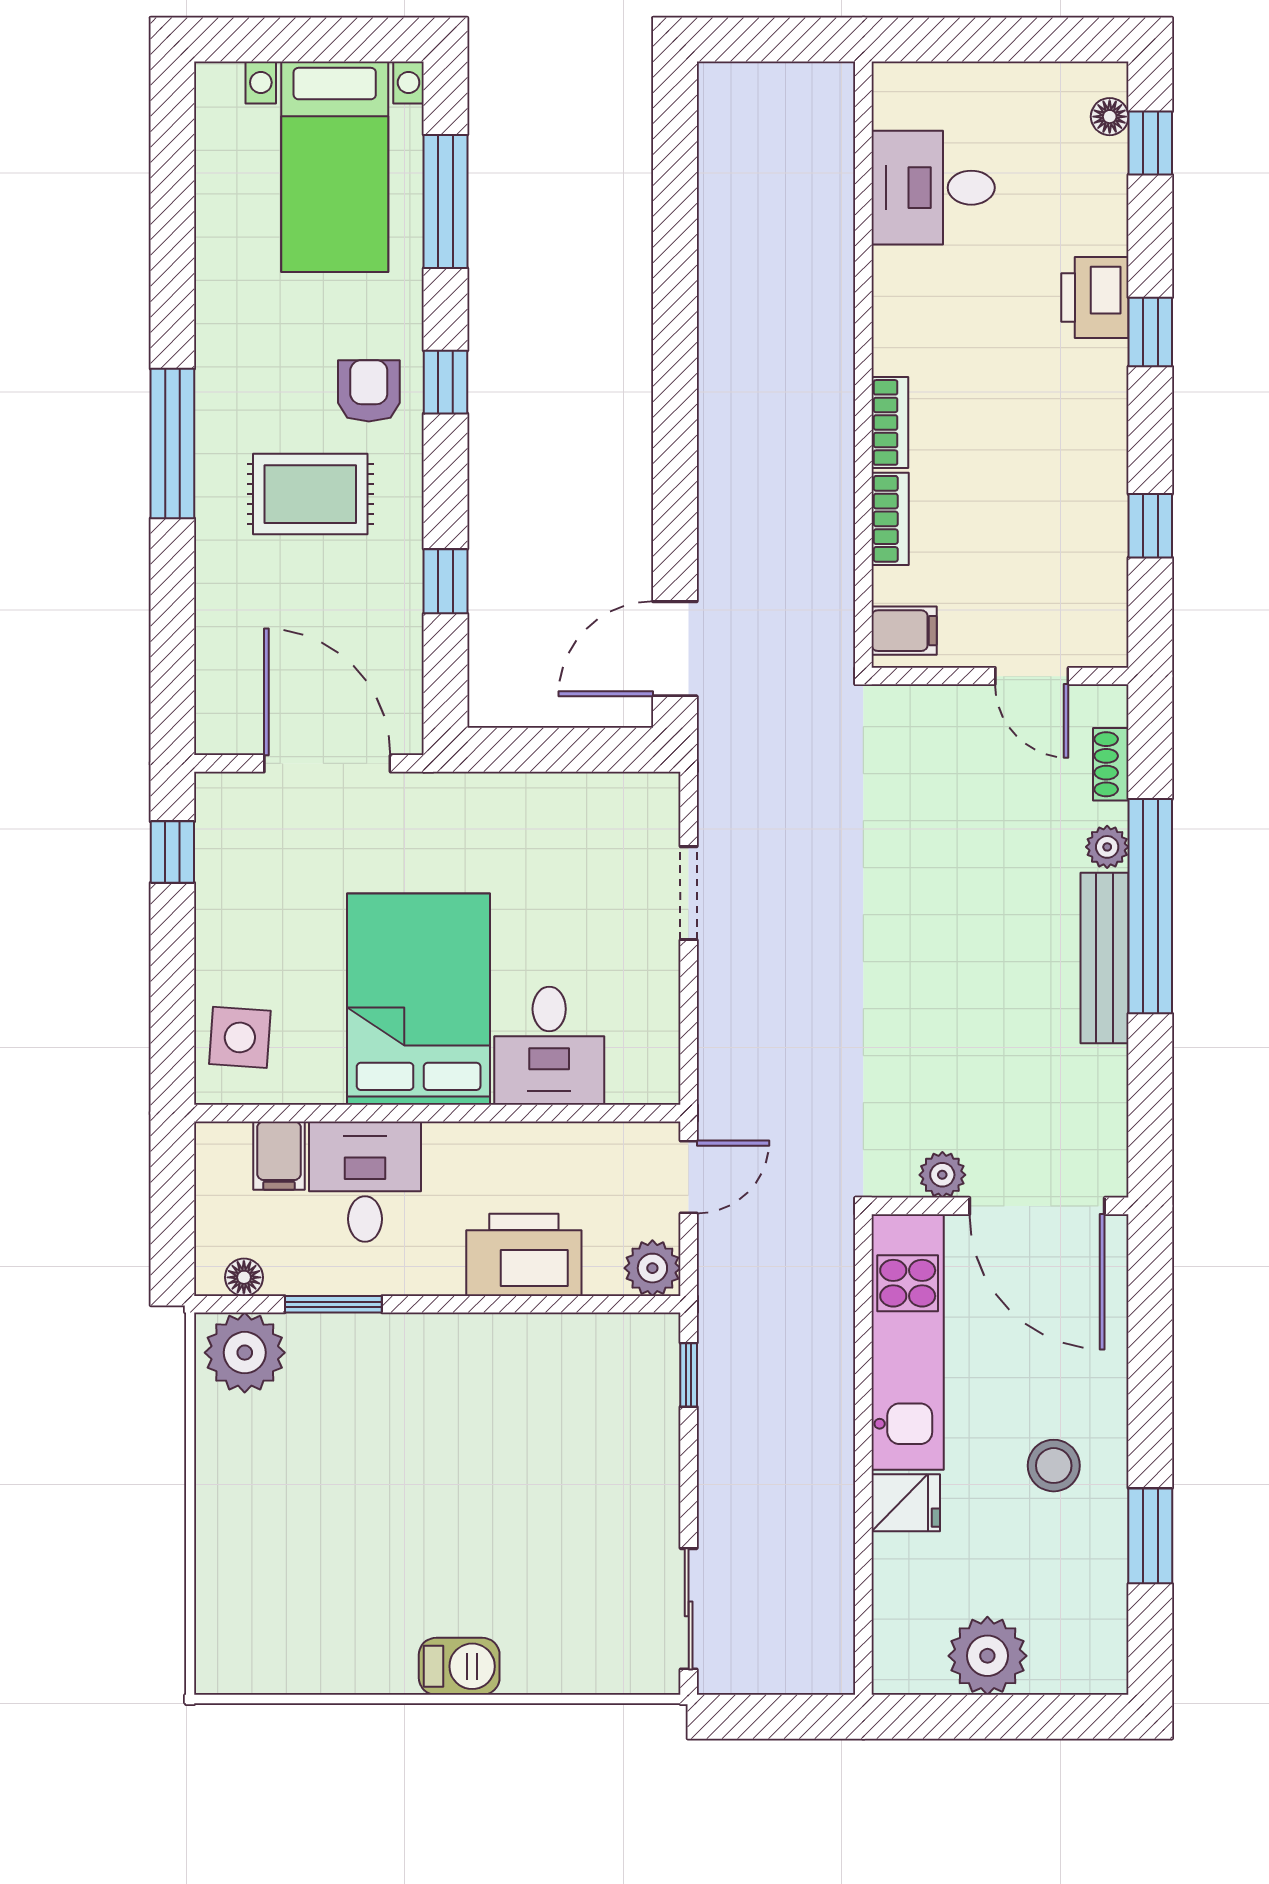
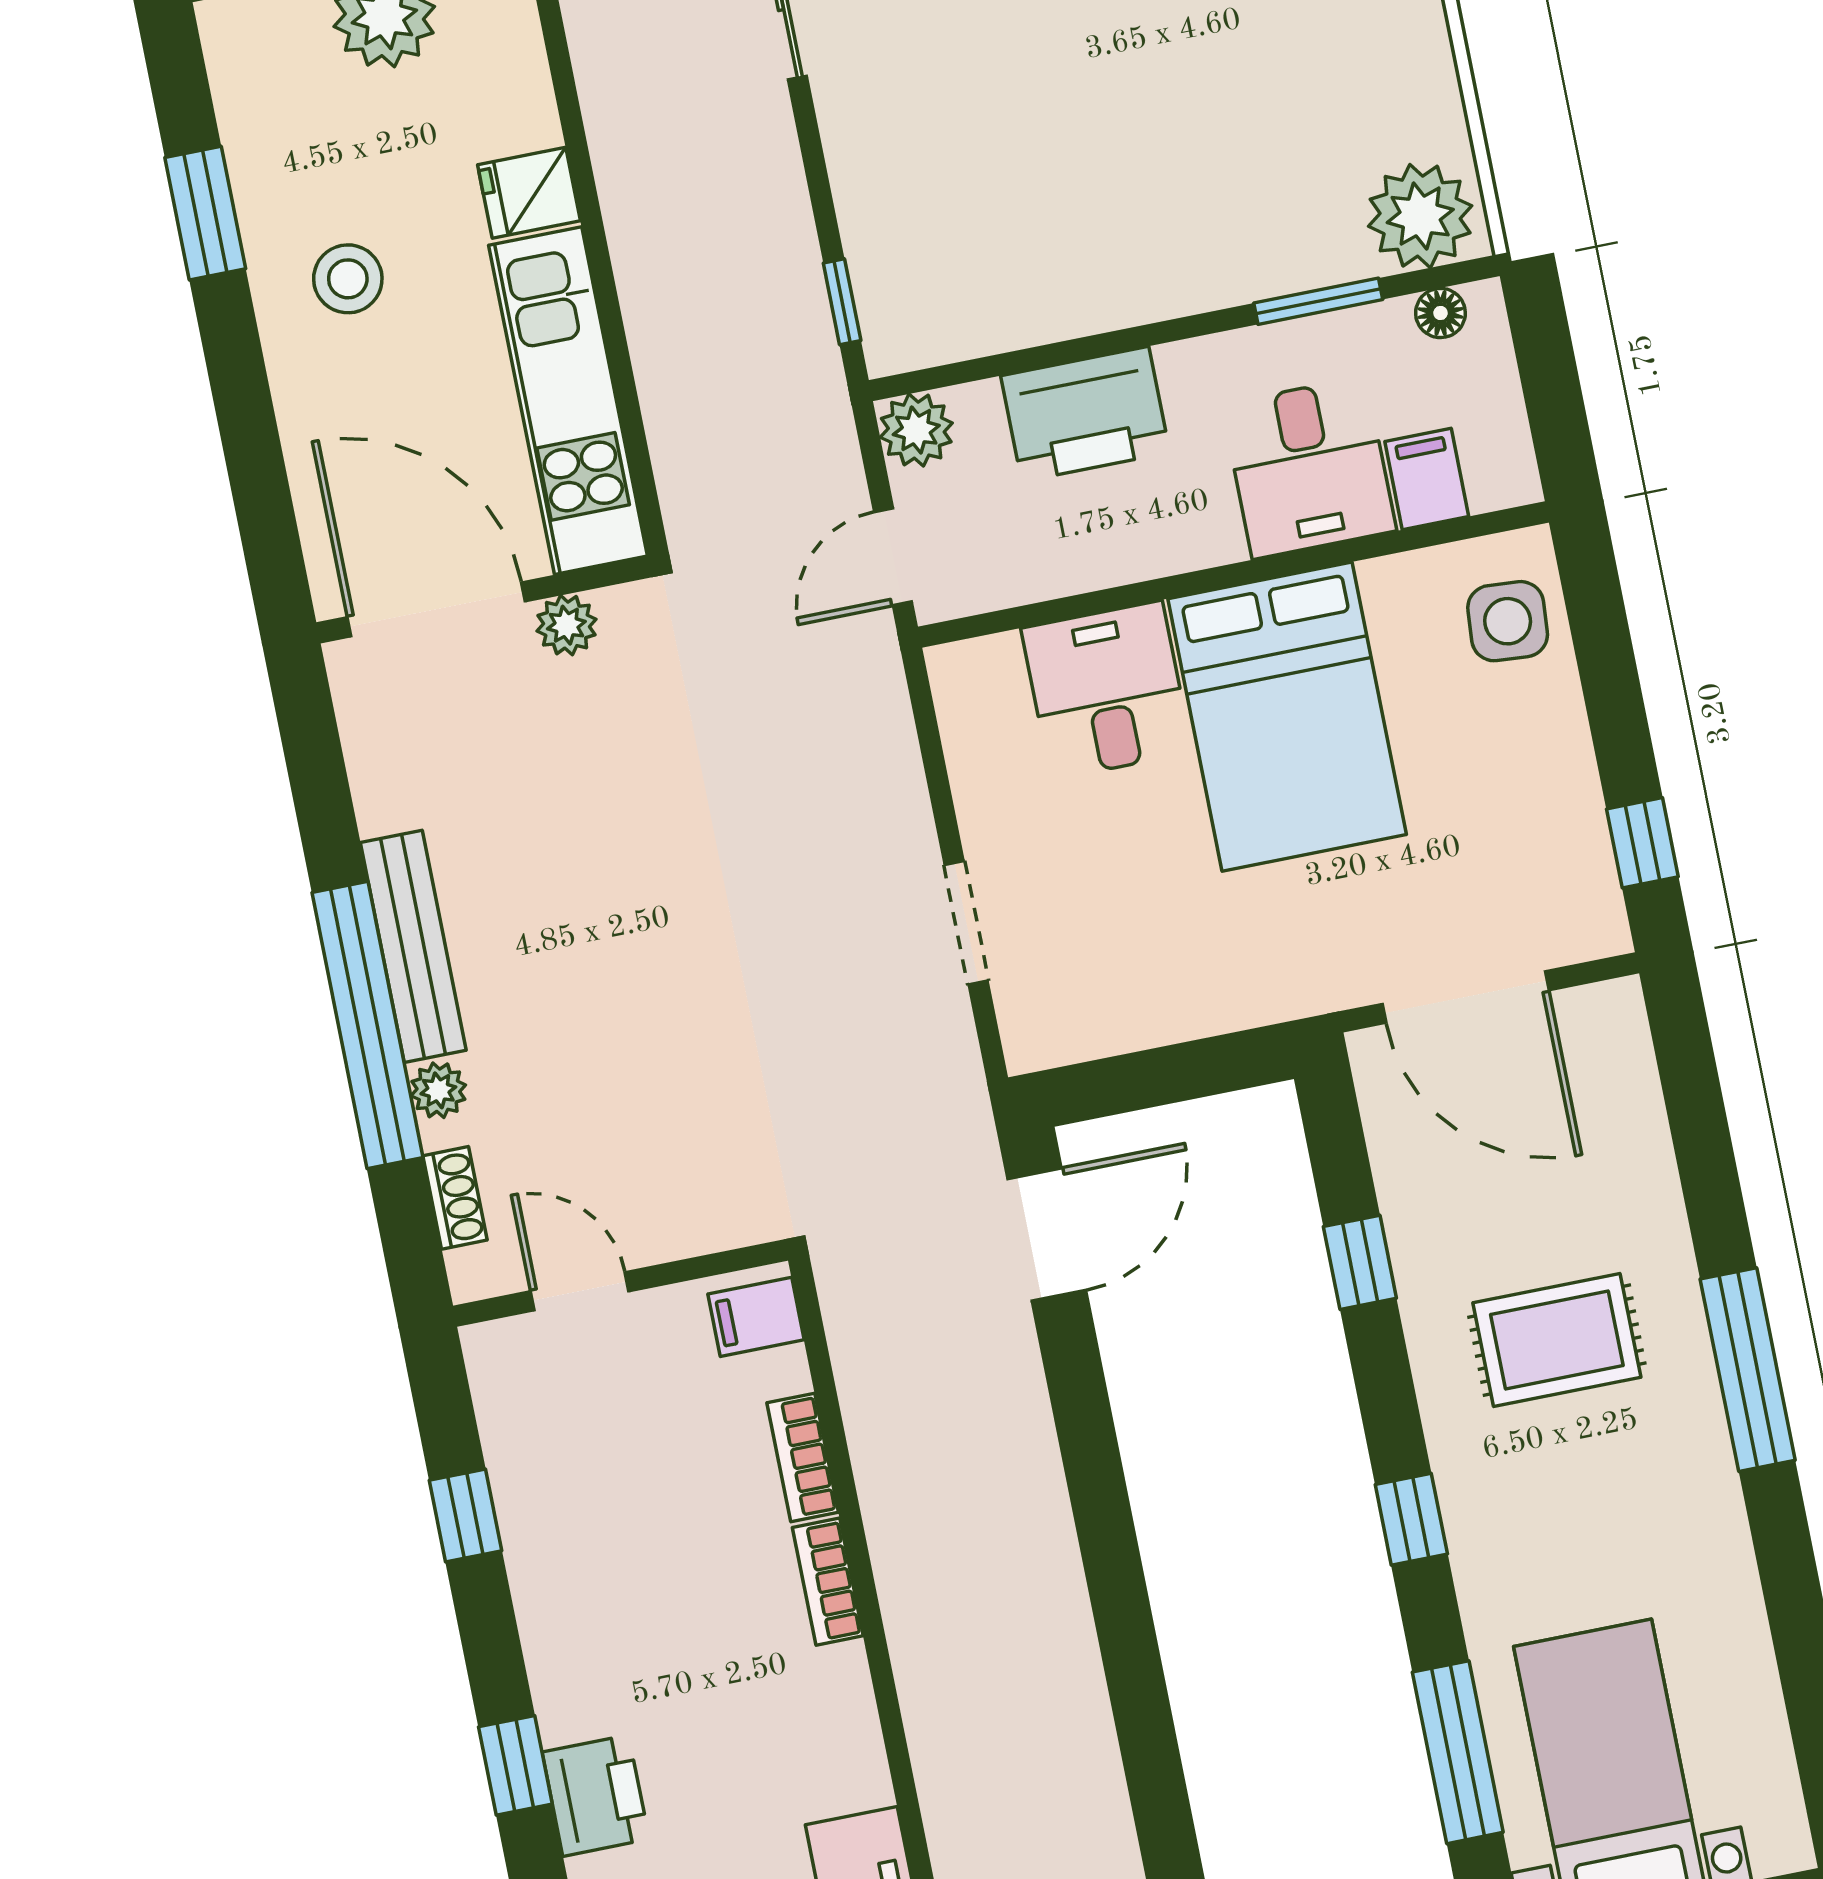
armchair: (369, 391) -> (1508, 1488), removed

